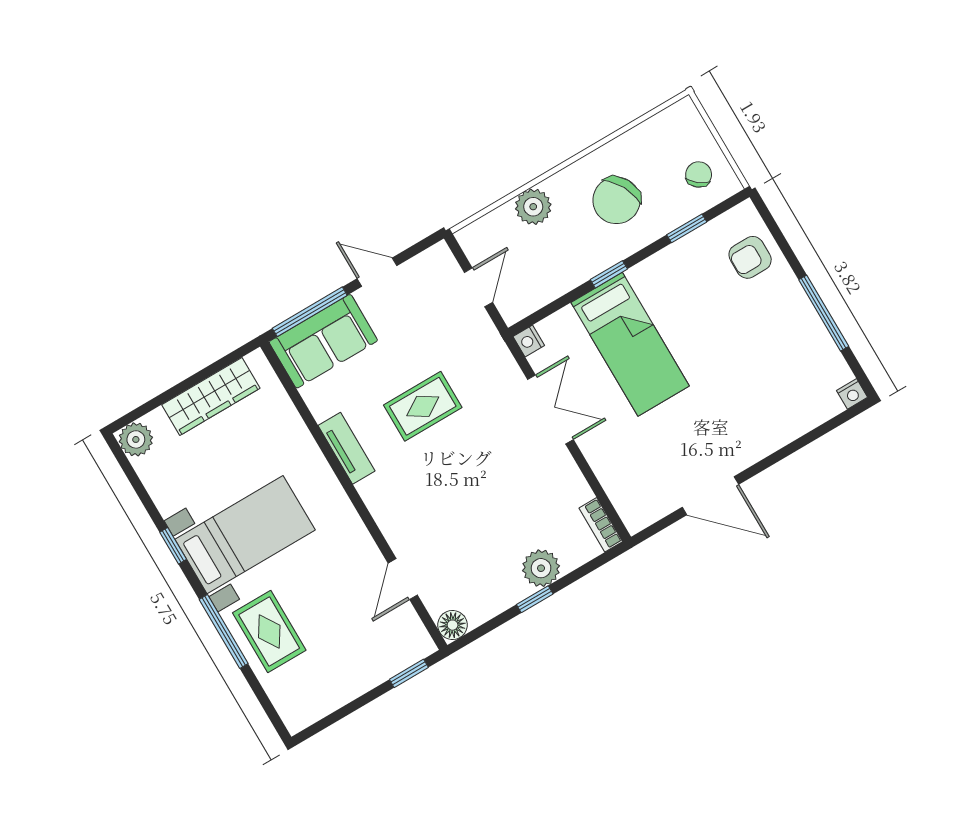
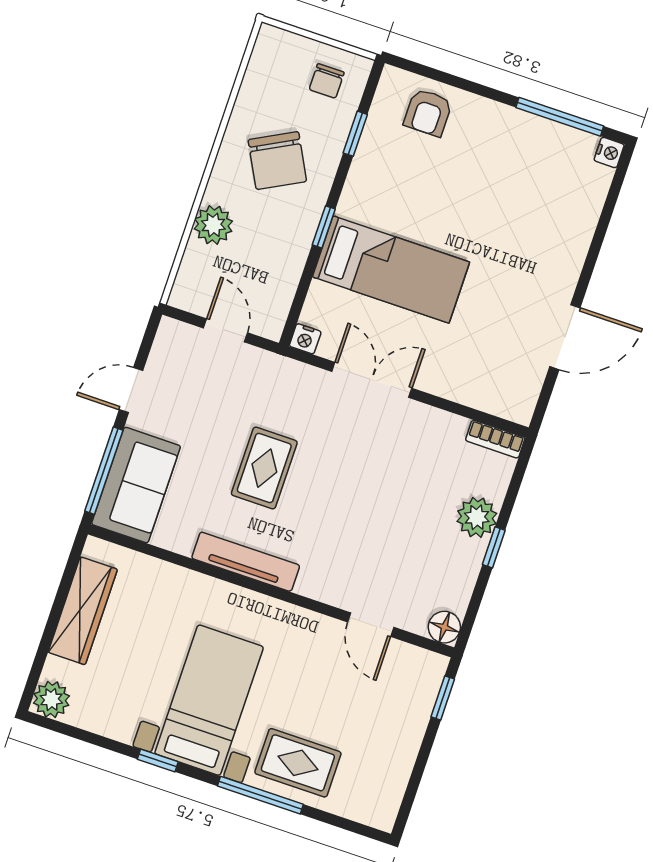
chair: (699, 175) -> (327, 81), turned -128
window: (824, 313) -> (560, 117), moved
tv unit: (347, 448) -> (246, 562), width x1.41

